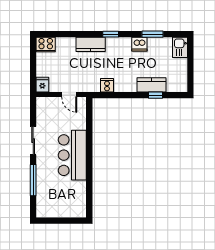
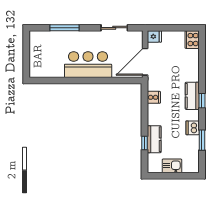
kitchen counter: (91, 44) -> (192, 96), moved
kitchen sink: (180, 47) -> (172, 166), moved
door: (69, 94) -> (145, 62), width x1.88
sliding door: (33, 141) -> (114, 28), moved

